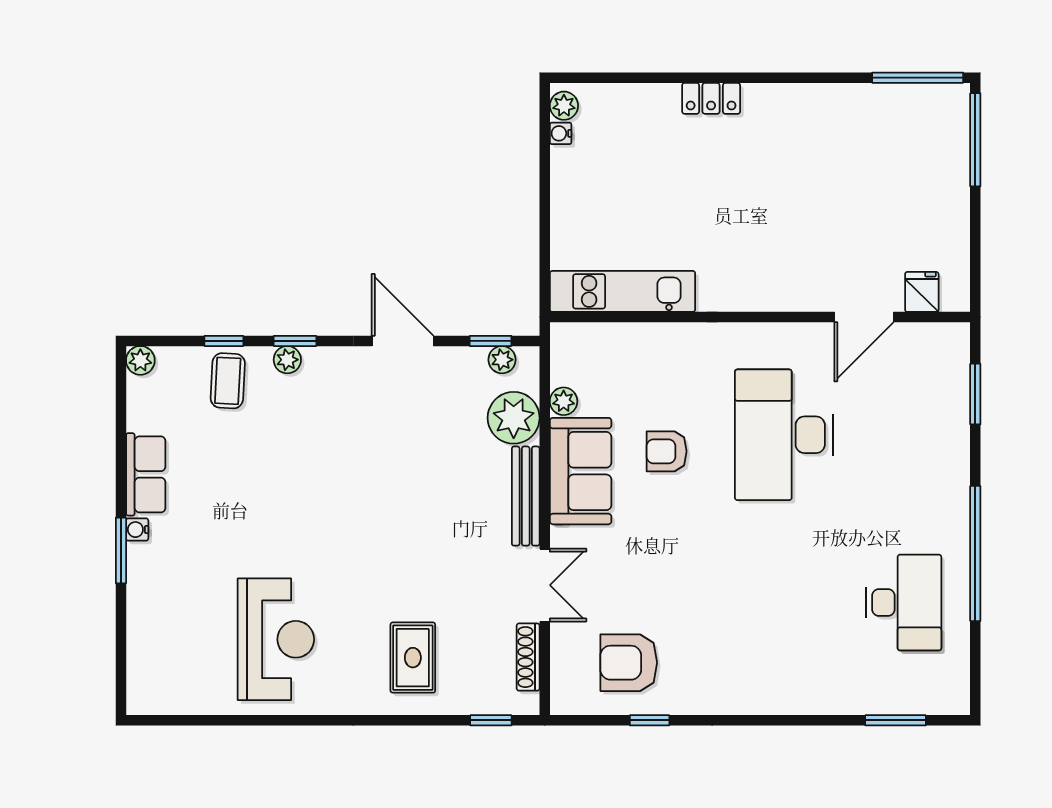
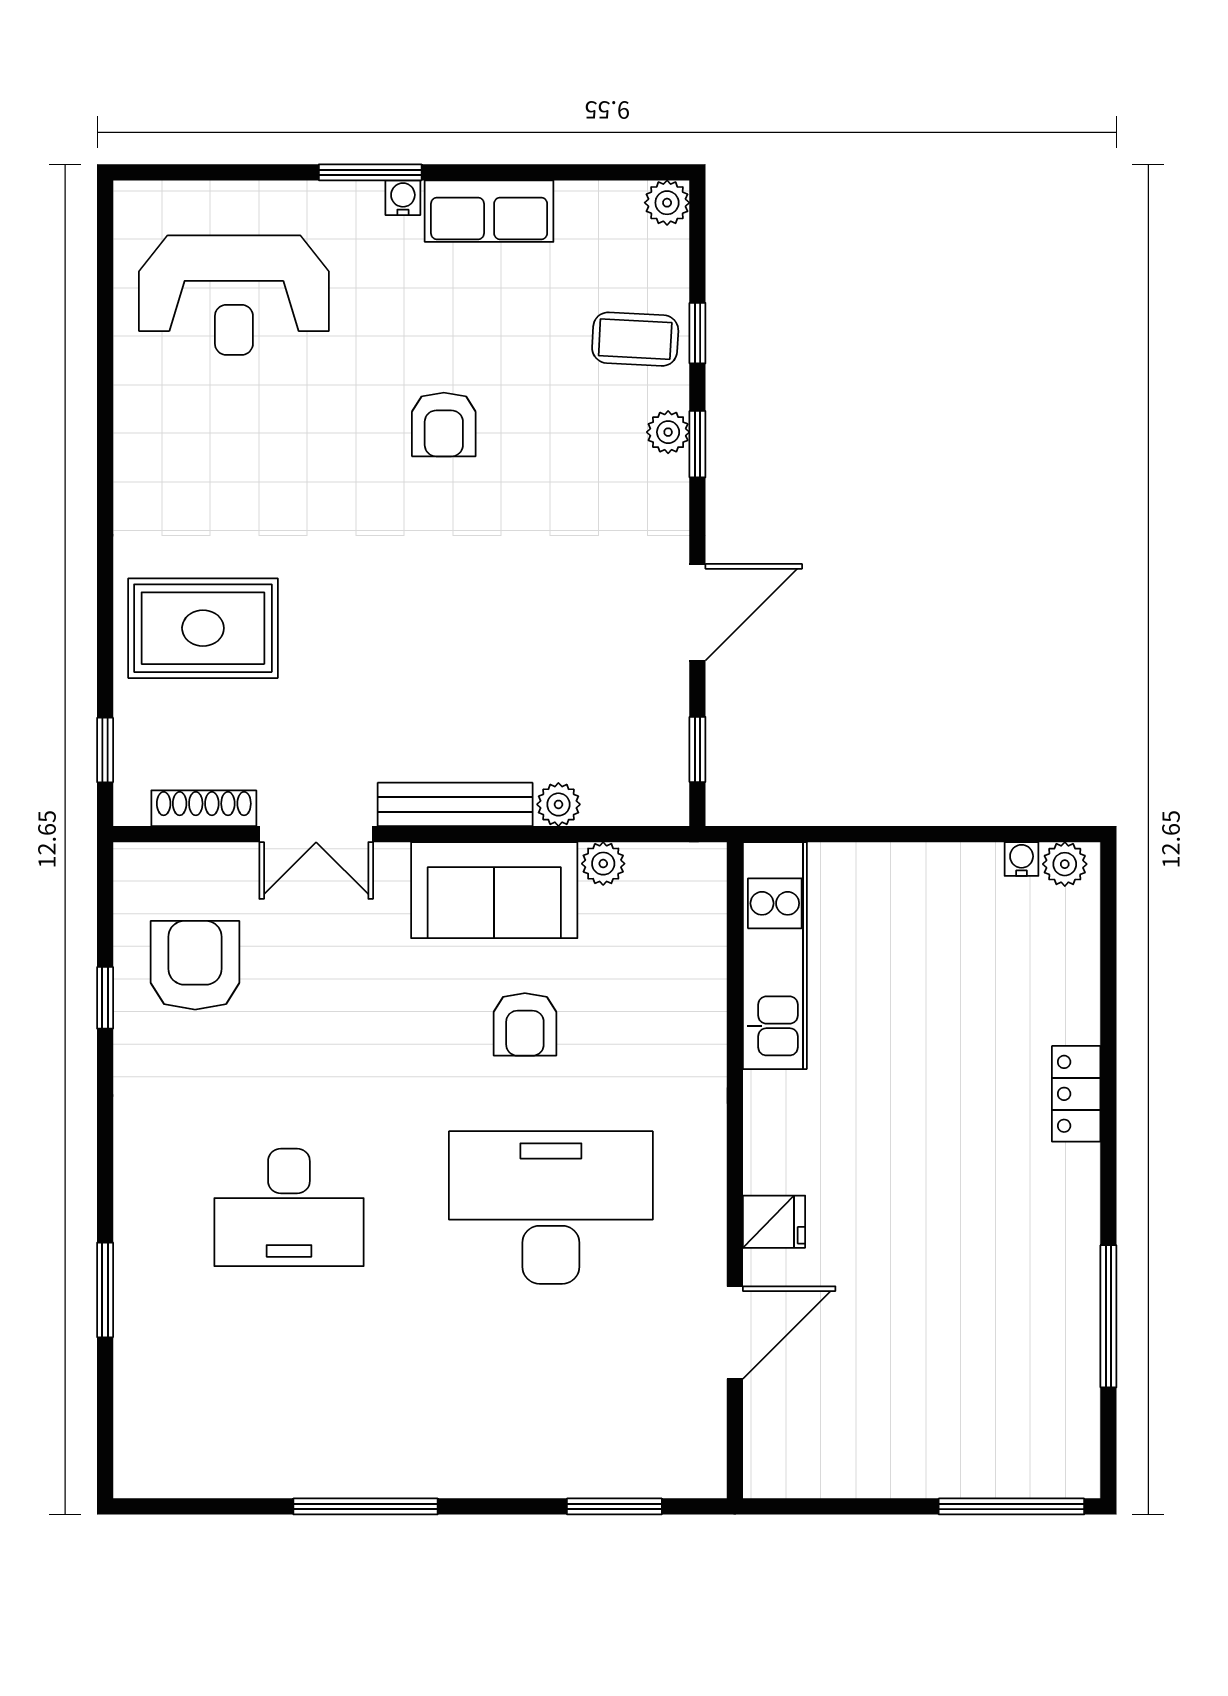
window: (918, 78) -> (1108, 1316), moved
fridge: (922, 292) -> (774, 1222), moved
door: (864, 317) -> (735, 1333), swing flipped
plant: (502, 360) -> (668, 767), removed
plant: (514, 418) -> (558, 804), width x0.53, depth x0.53
armchair: (667, 451) -> (525, 1024), turned 180
armchair: (282, 503) -> (444, 424), added
window: (975, 554) -> (365, 1506), width x0.68
desk: (904, 602) -> (289, 1207), moved
reception desk: (276, 639) -> (234, 295), moved
rug: (413, 658) -> (203, 628), width x1.36, depth x1.43
window: (895, 720) -> (105, 1290), moved

